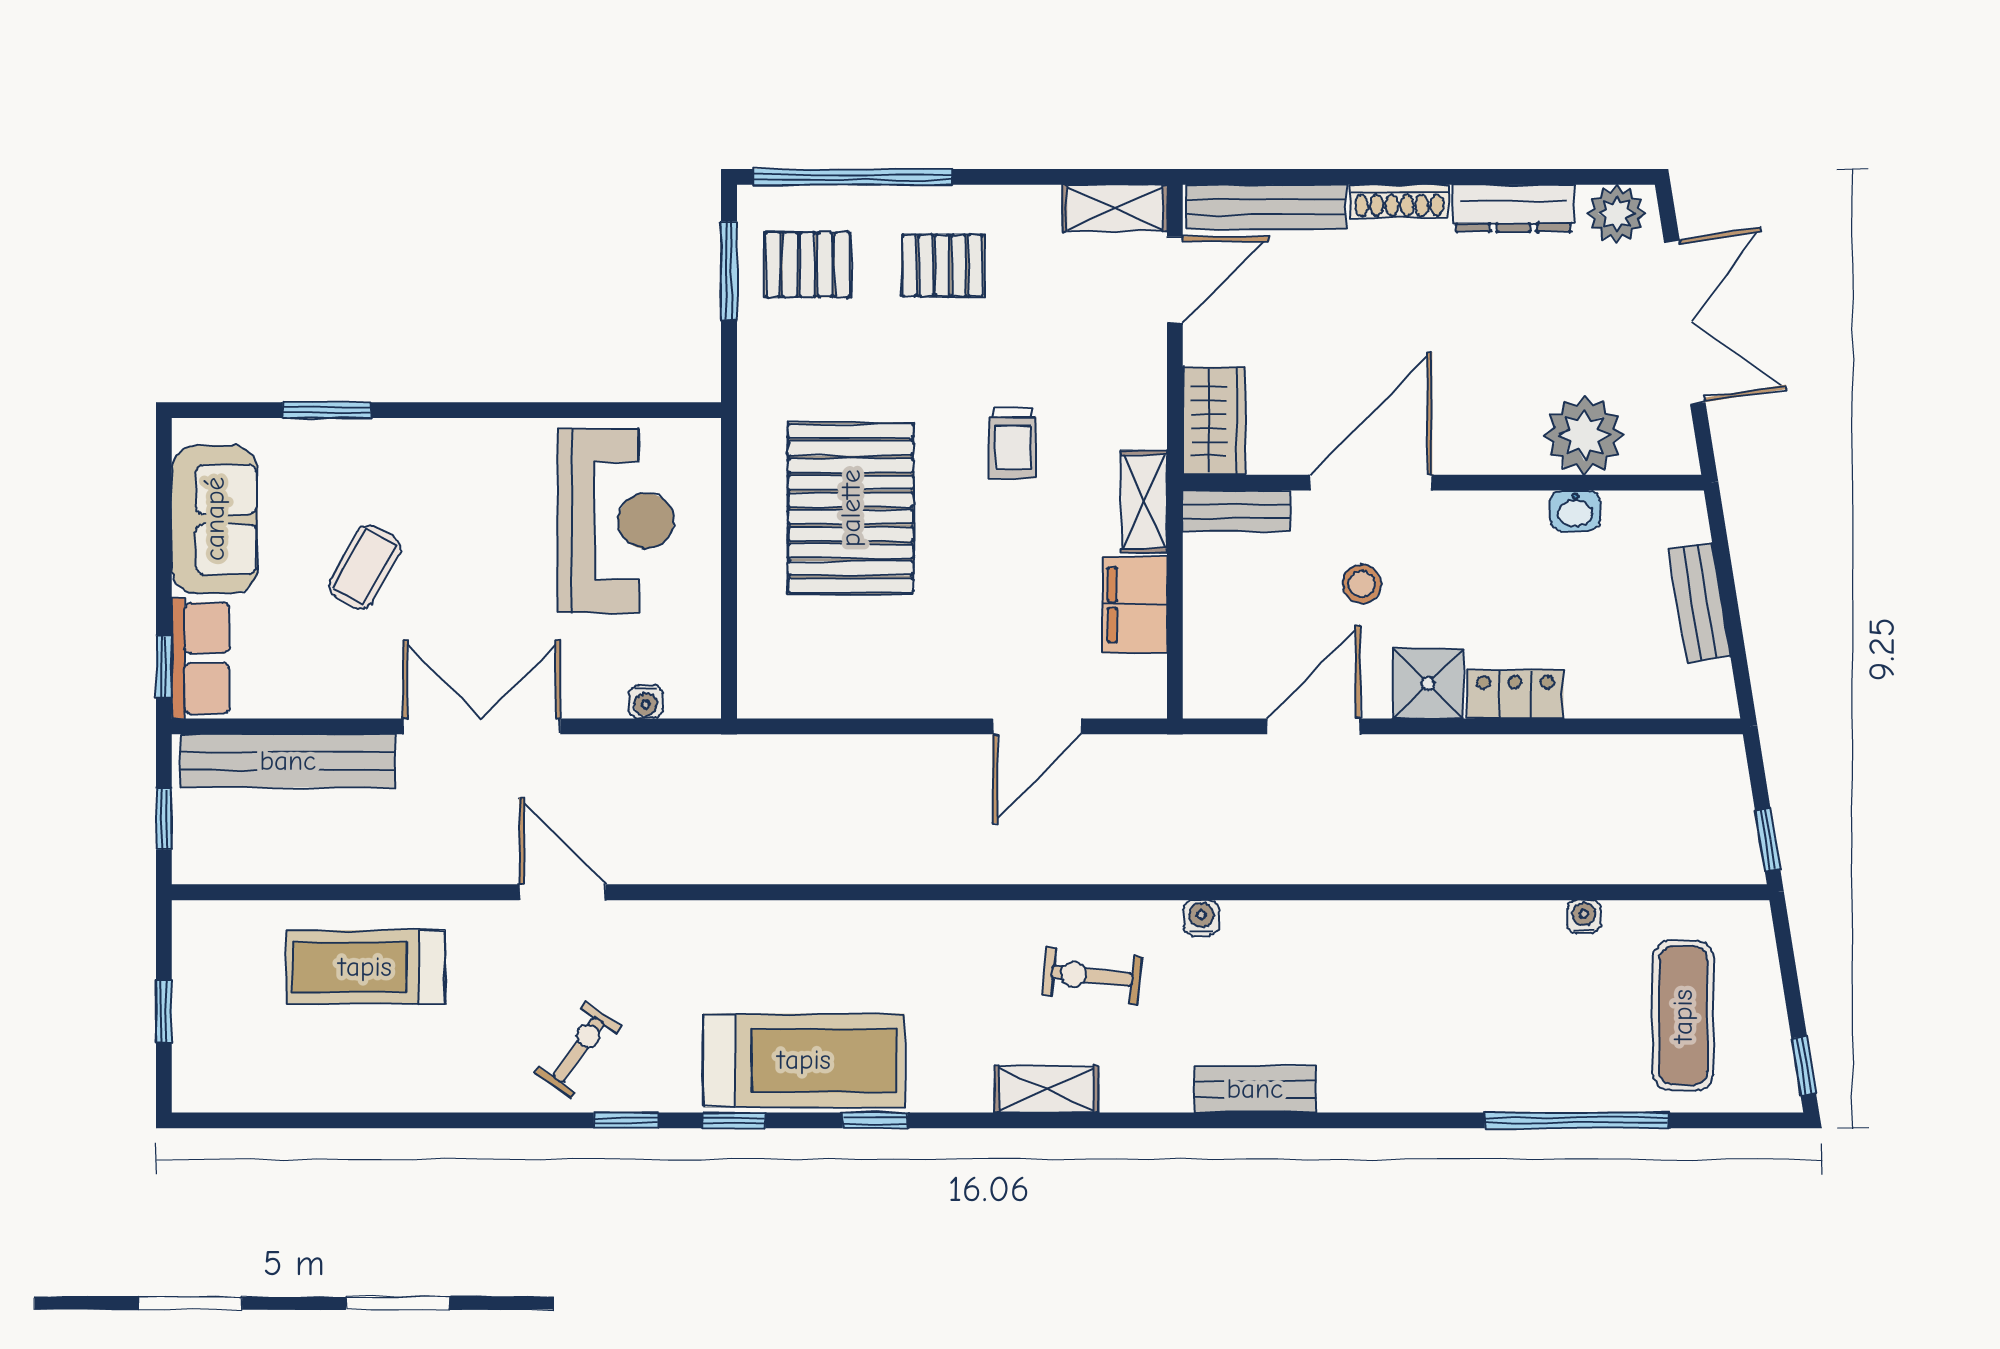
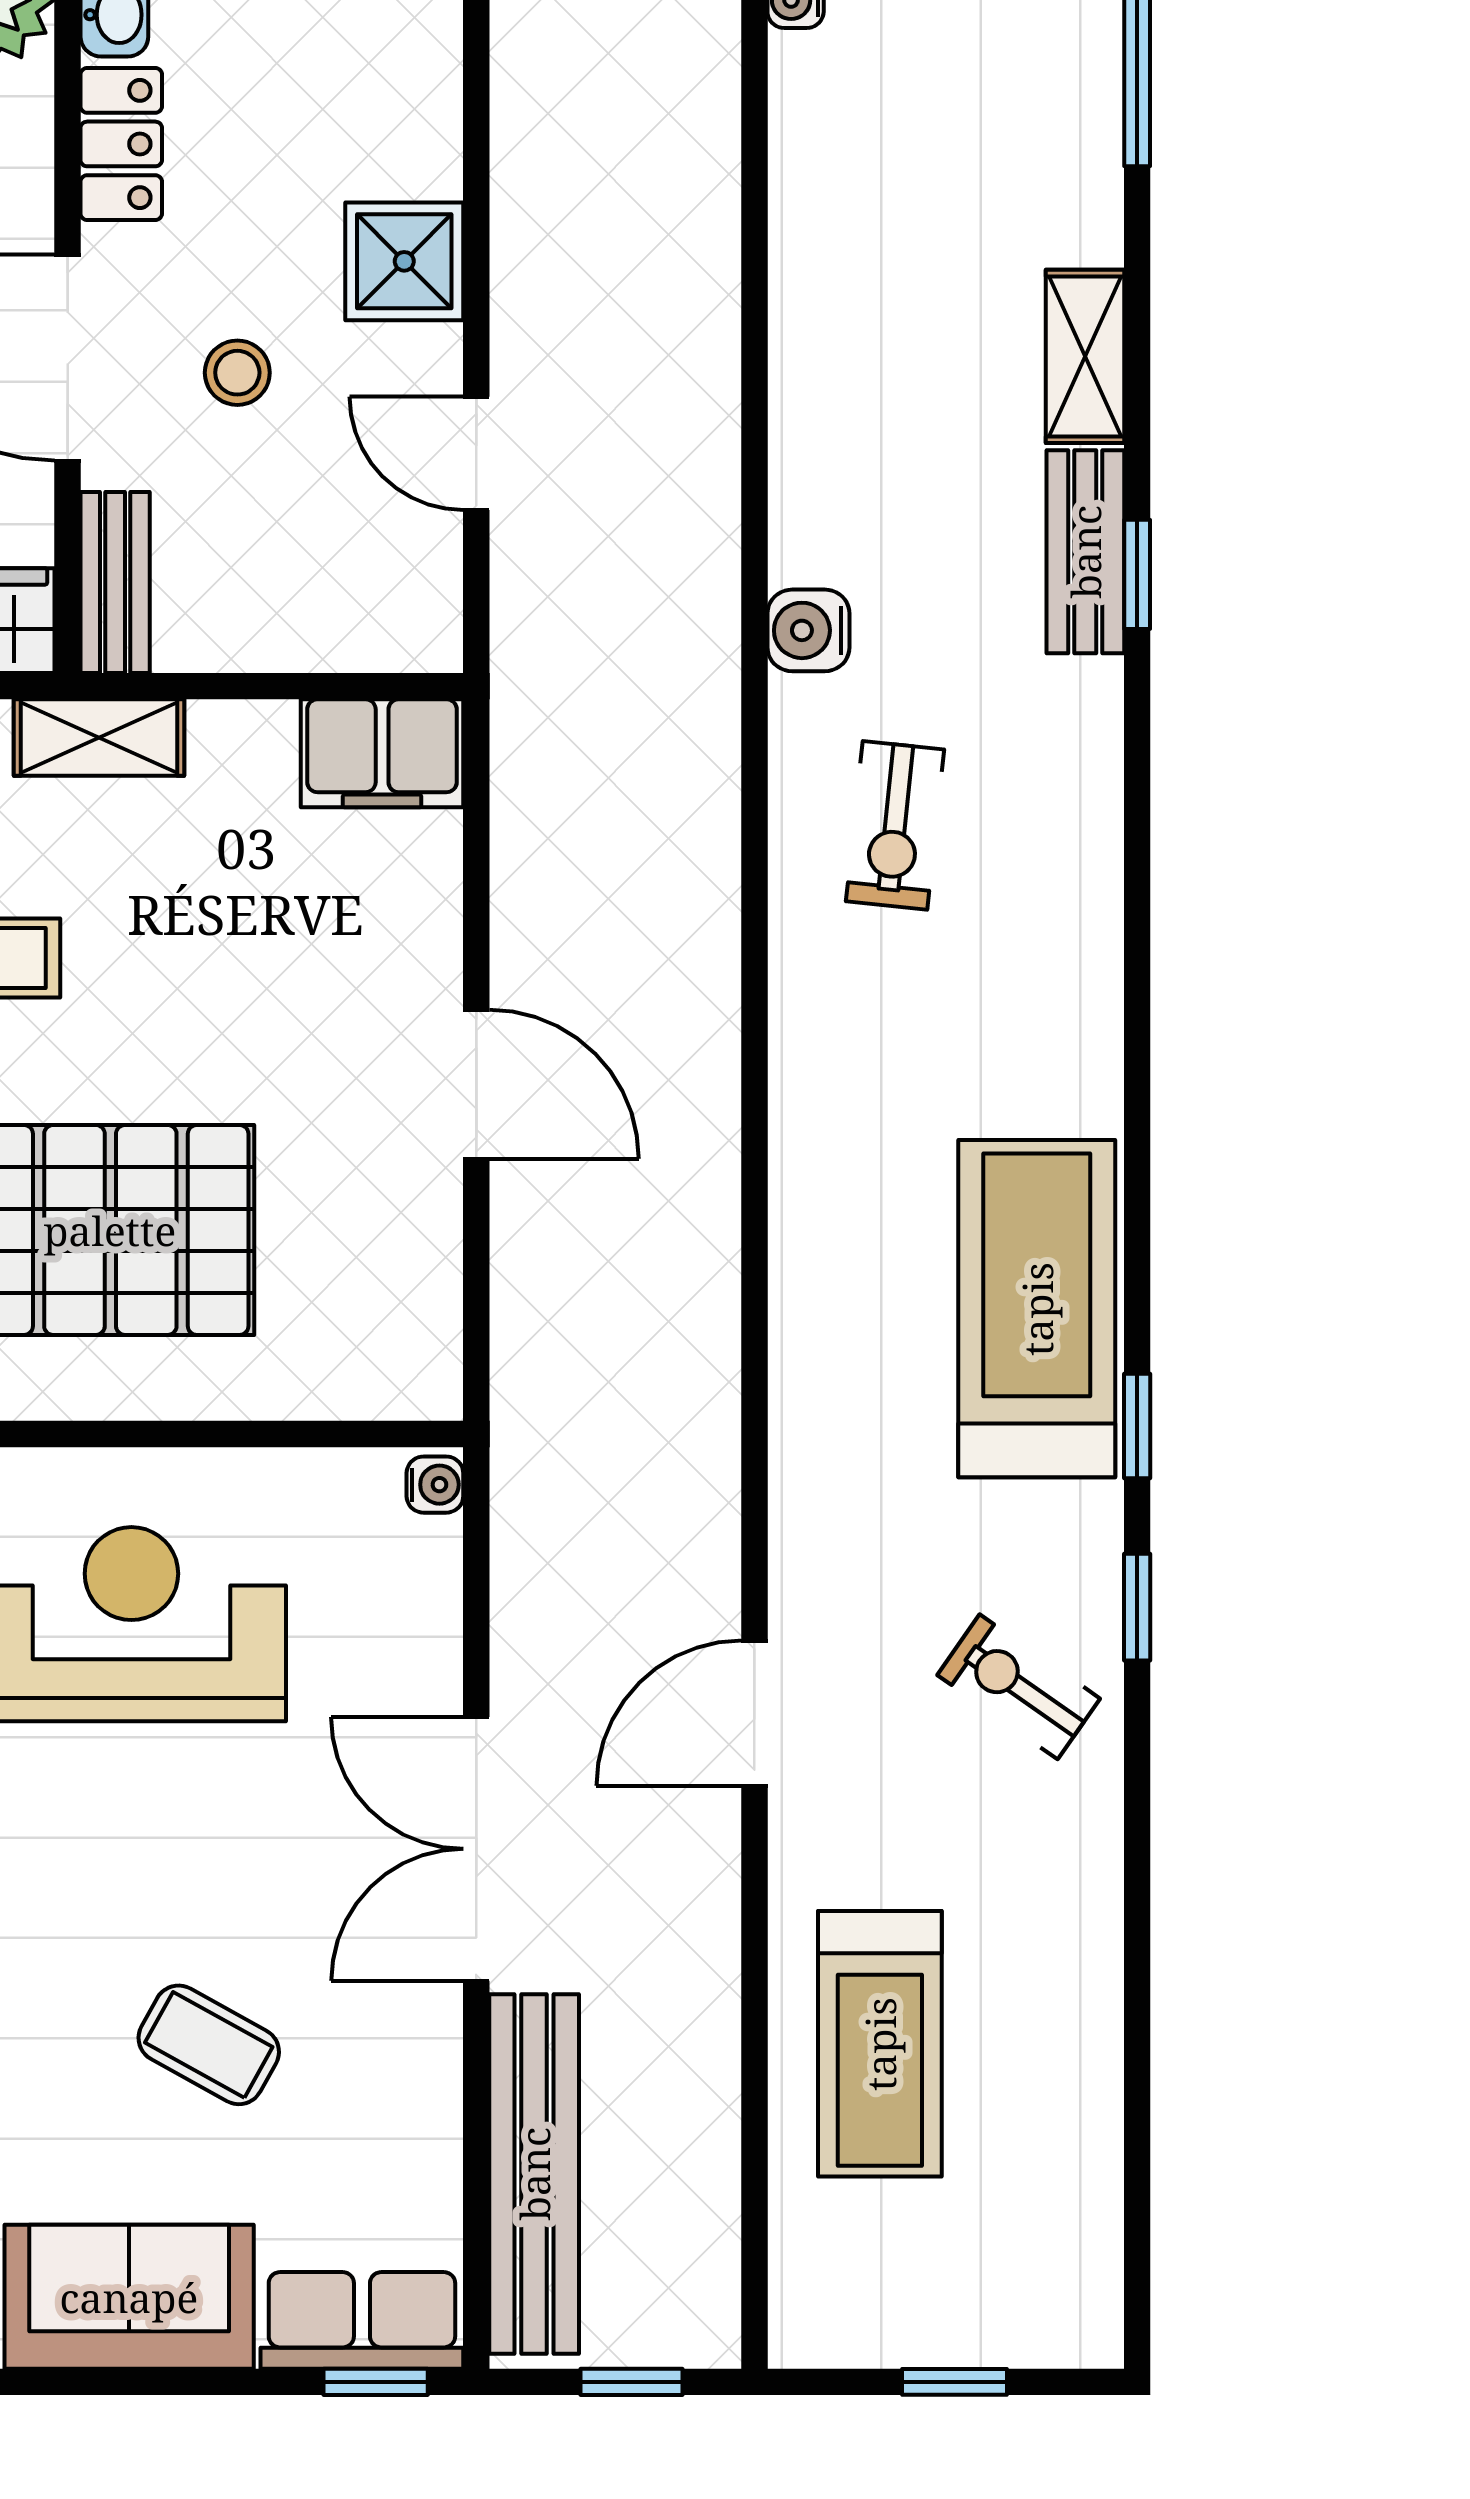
filing cabinet: (1135, 605) -> (382, 753), moved
locker: (1515, 694) -> (121, 144), moved, turned 180
water cooler: (646, 702) -> (435, 1485), moved
door: (1037, 726) -> (476, 1084), moved
door: (1314, 726) -> (476, 453), width x0.73
water cooler: (1201, 918) -> (808, 630), width x1.38, depth x1.38
shelving: (1046, 1089) -> (1085, 356), moved
window: (875, 1120) -> (1137, 574), moved

